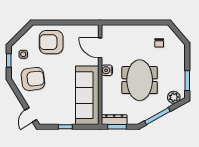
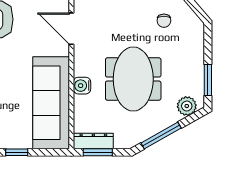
water cooler: (107, 70) -> (82, 86), moved

